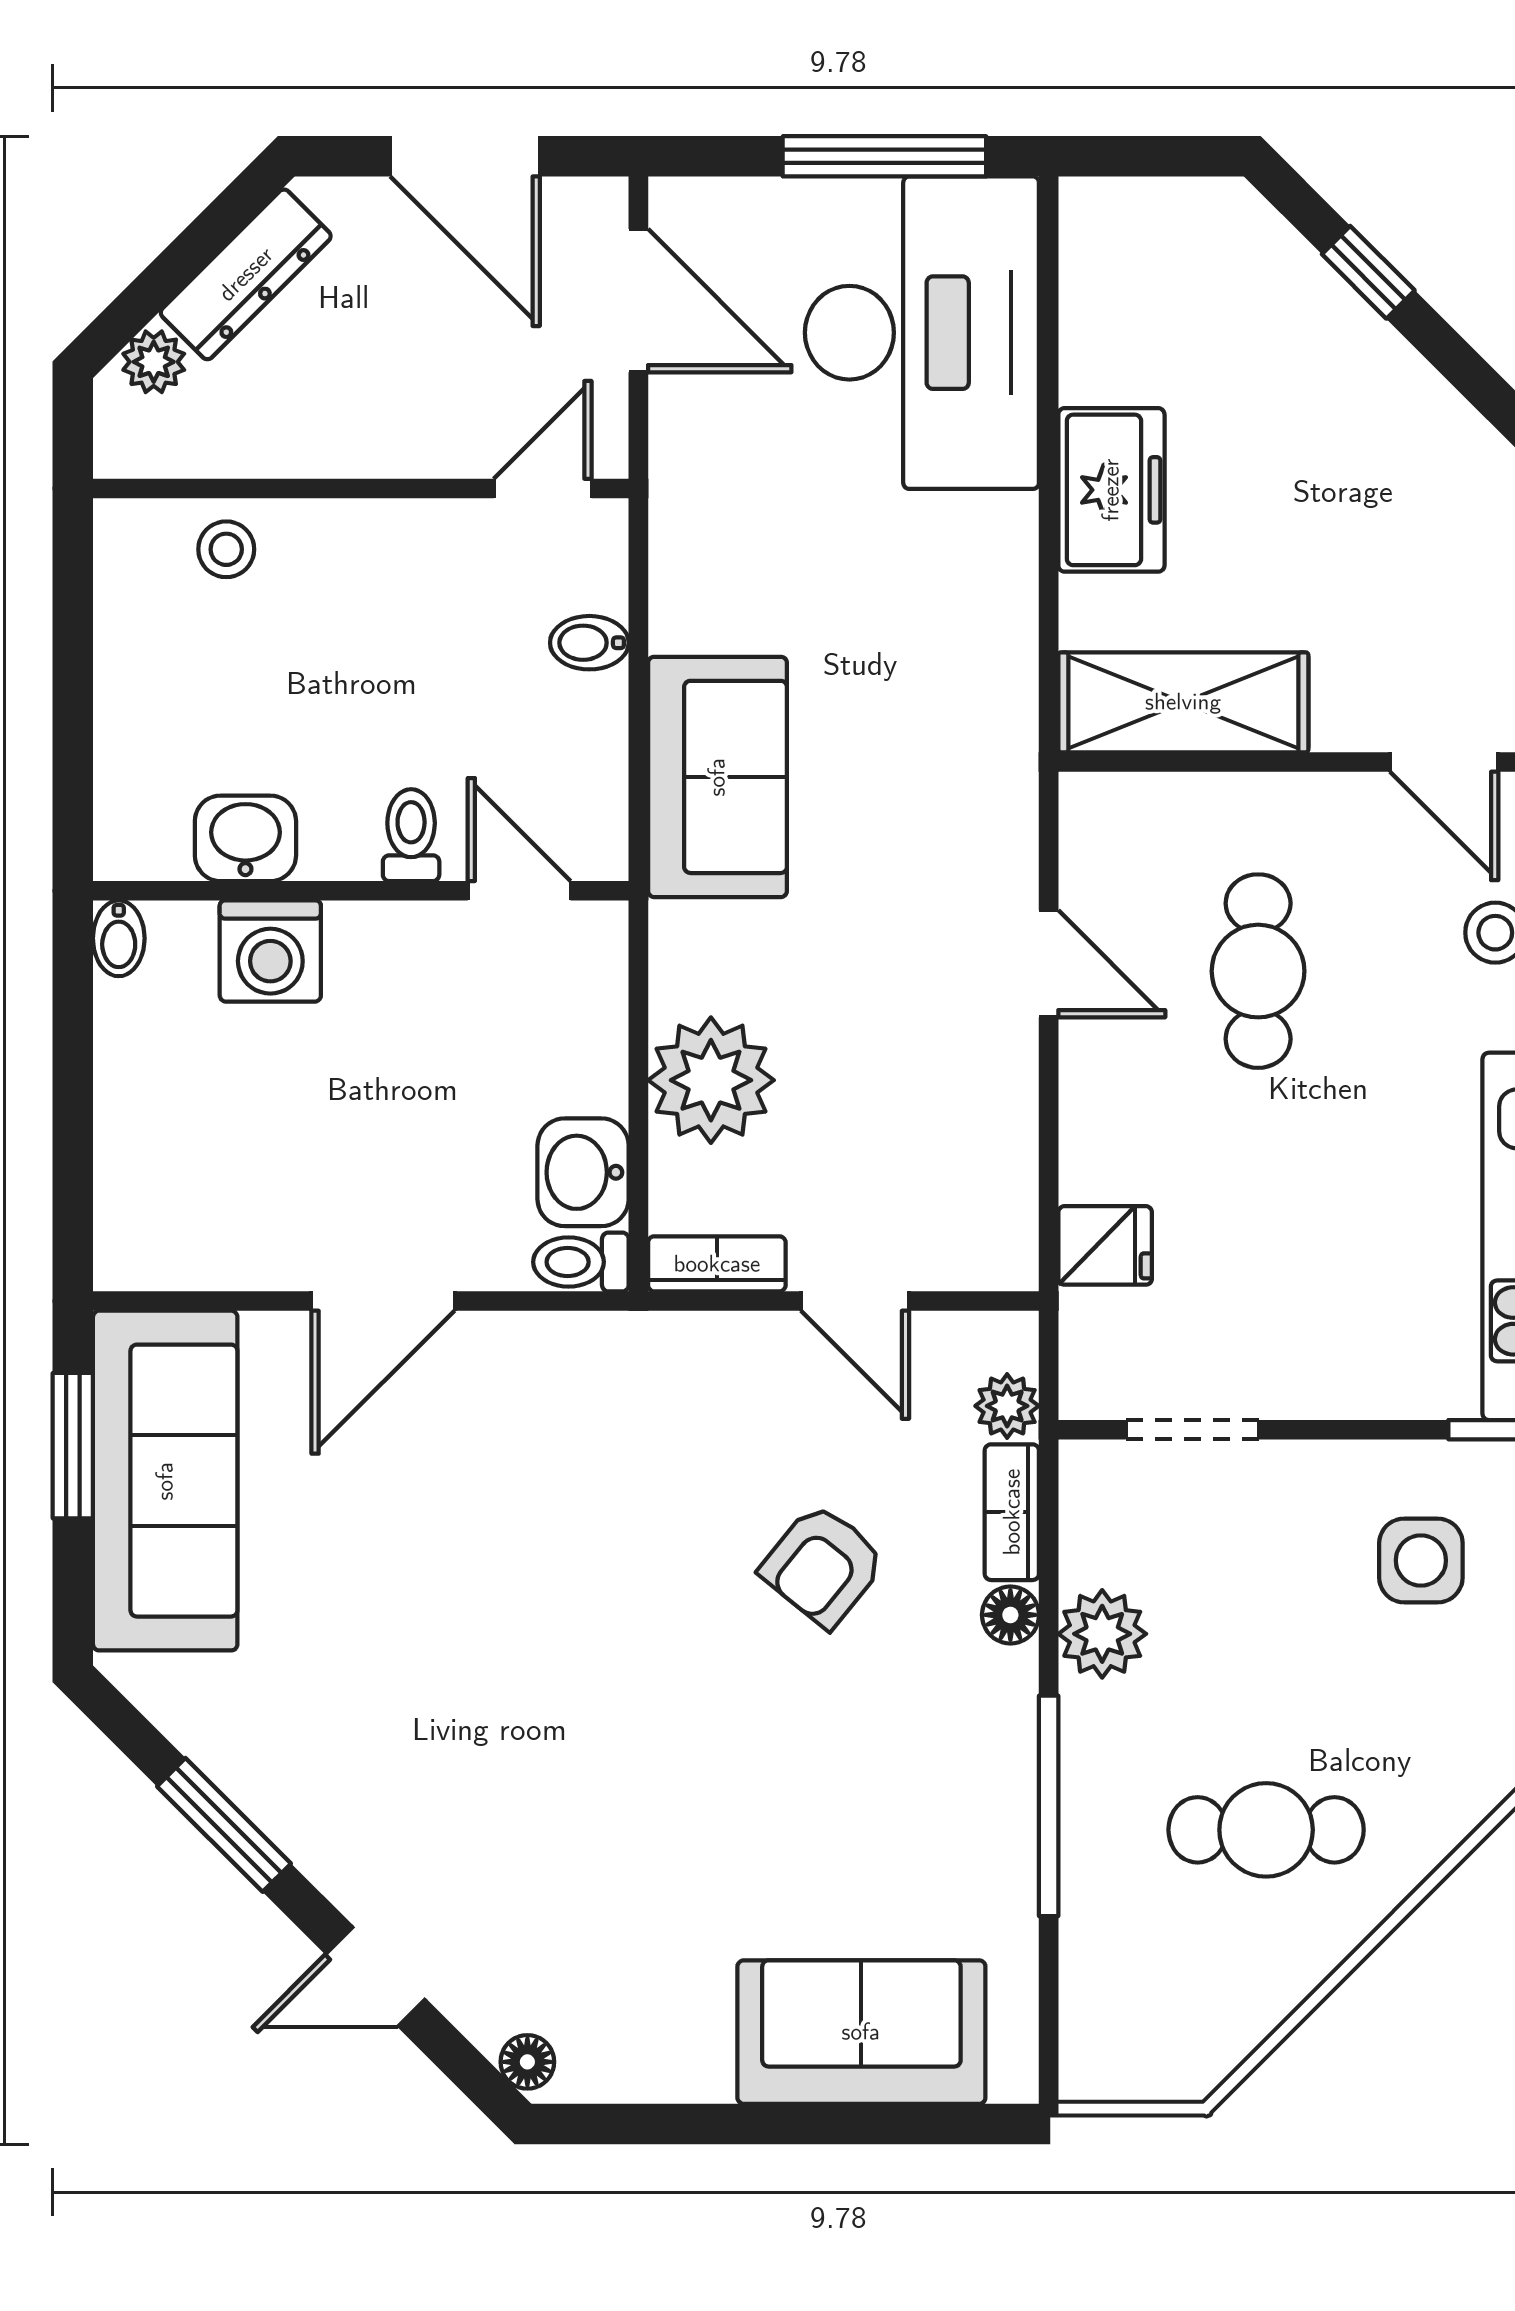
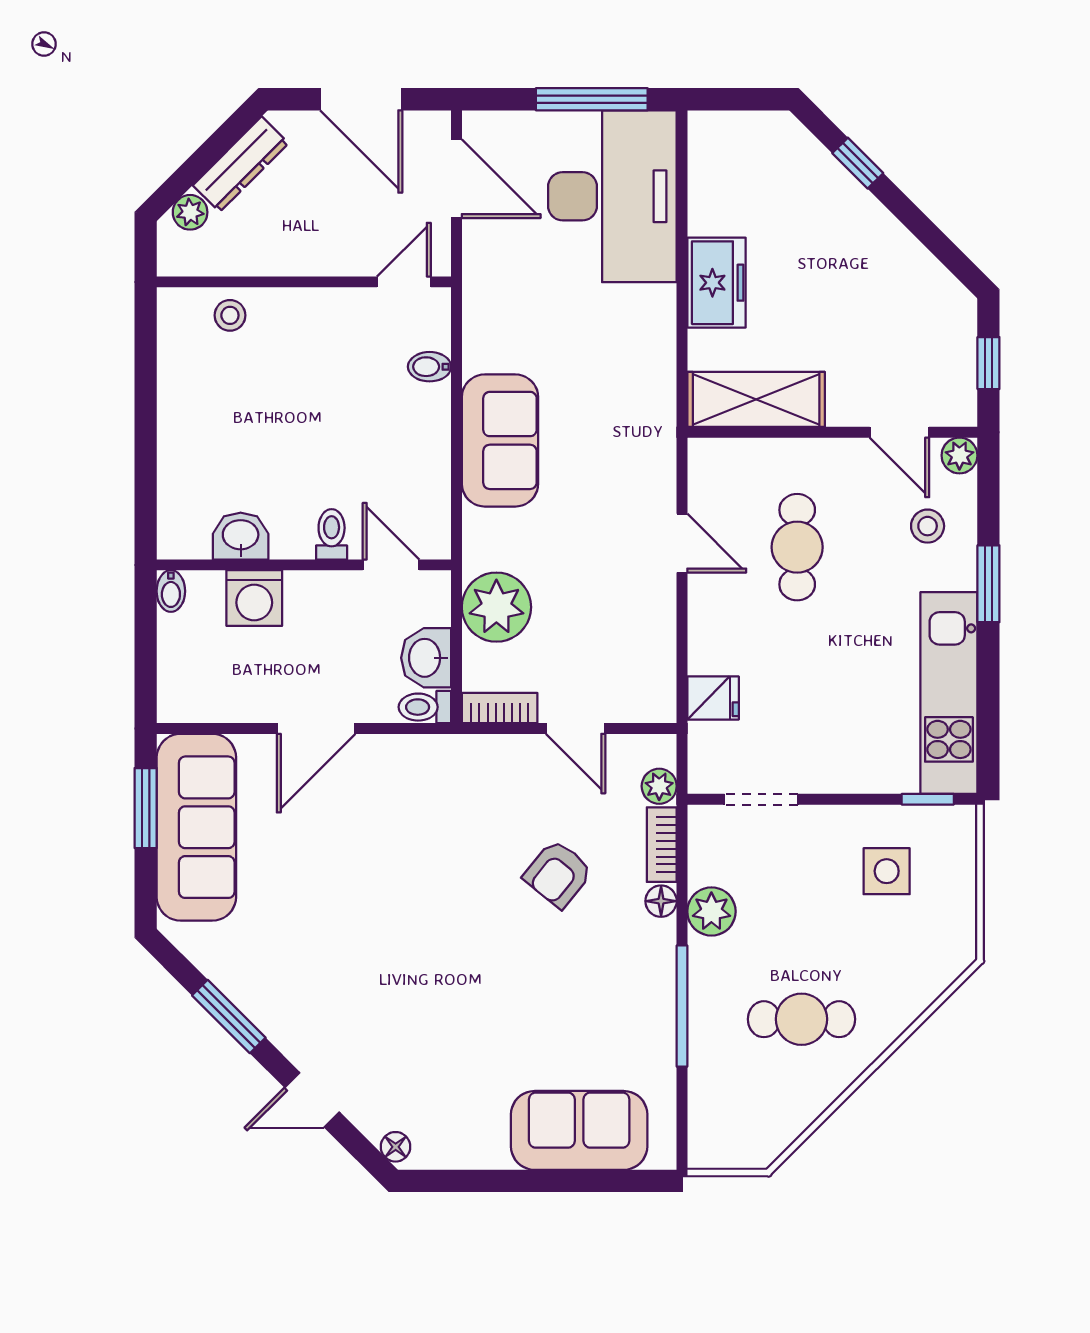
toilet: (411, 835) -> (332, 534), moved
washbasin: (245, 838) -> (241, 536), moved
wall: (361, 891) -> (304, 565), moved
door: (519, 891) -> (391, 565), moved
bidet: (119, 938) -> (171, 591), moved
washing machine: (270, 951) -> (254, 598), moved

